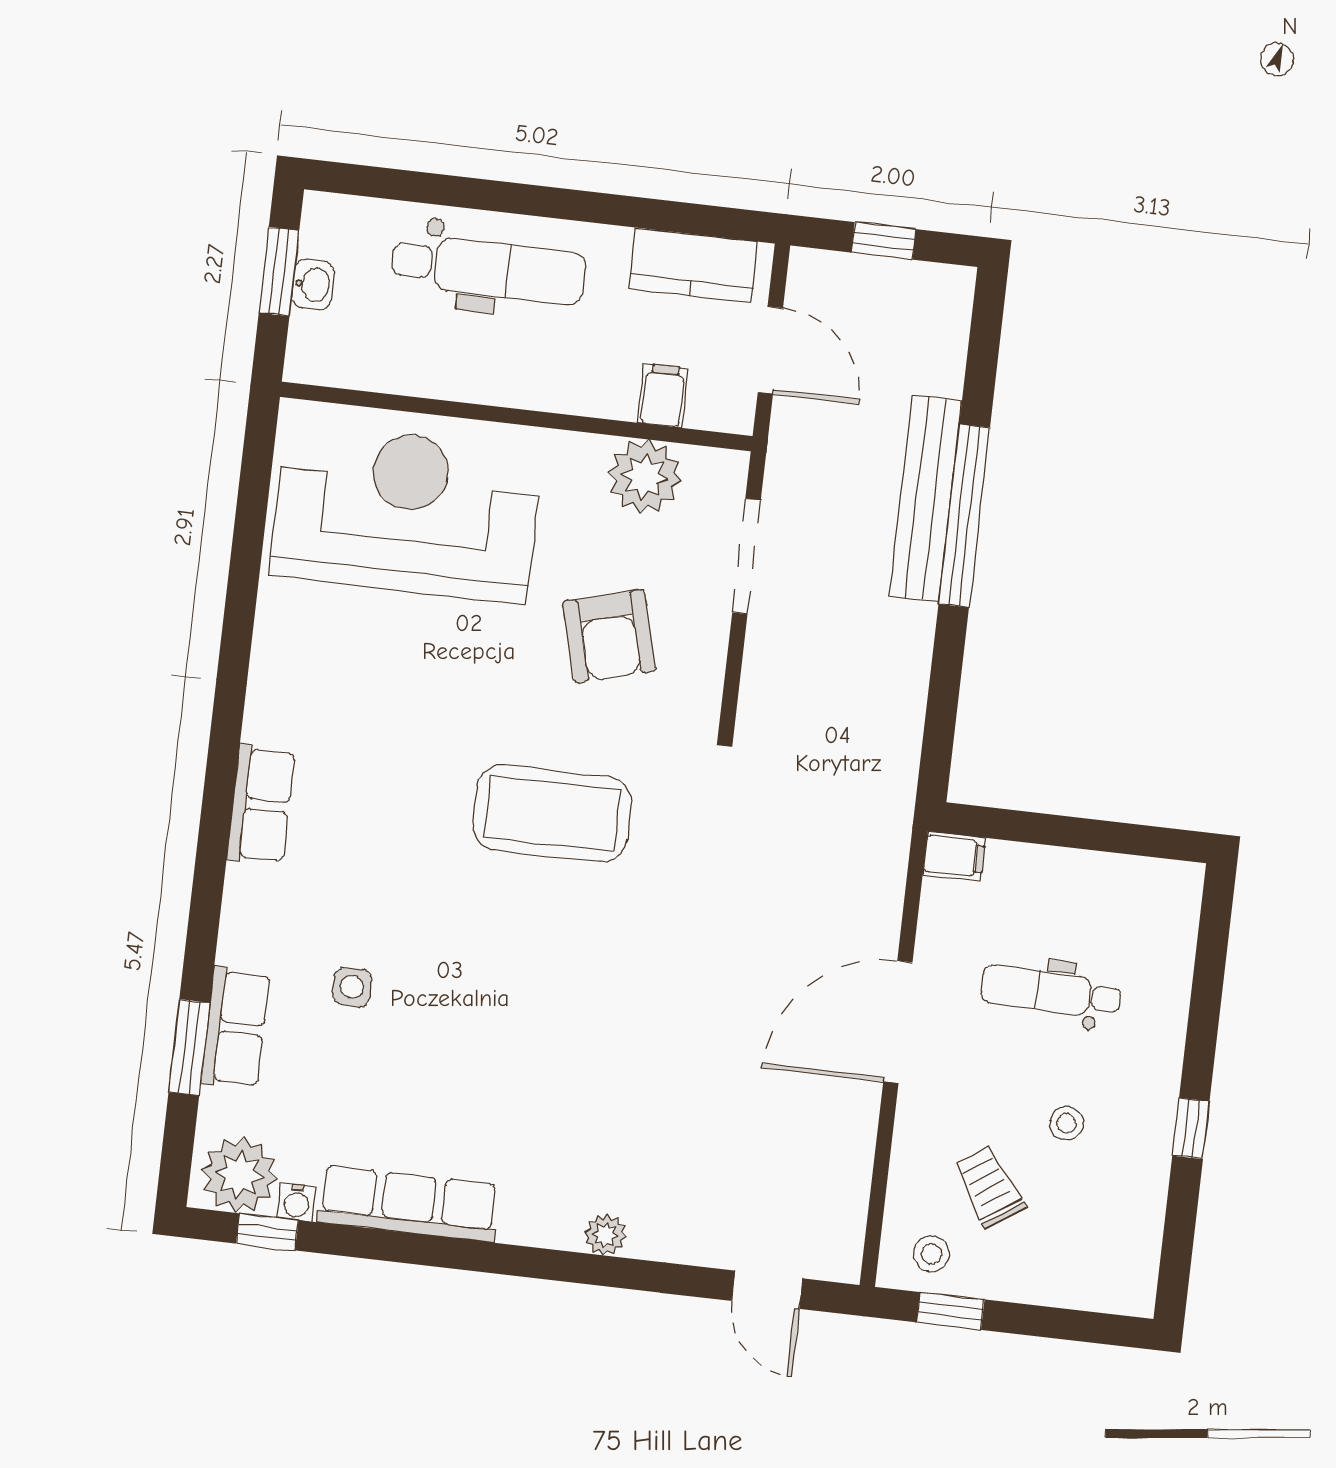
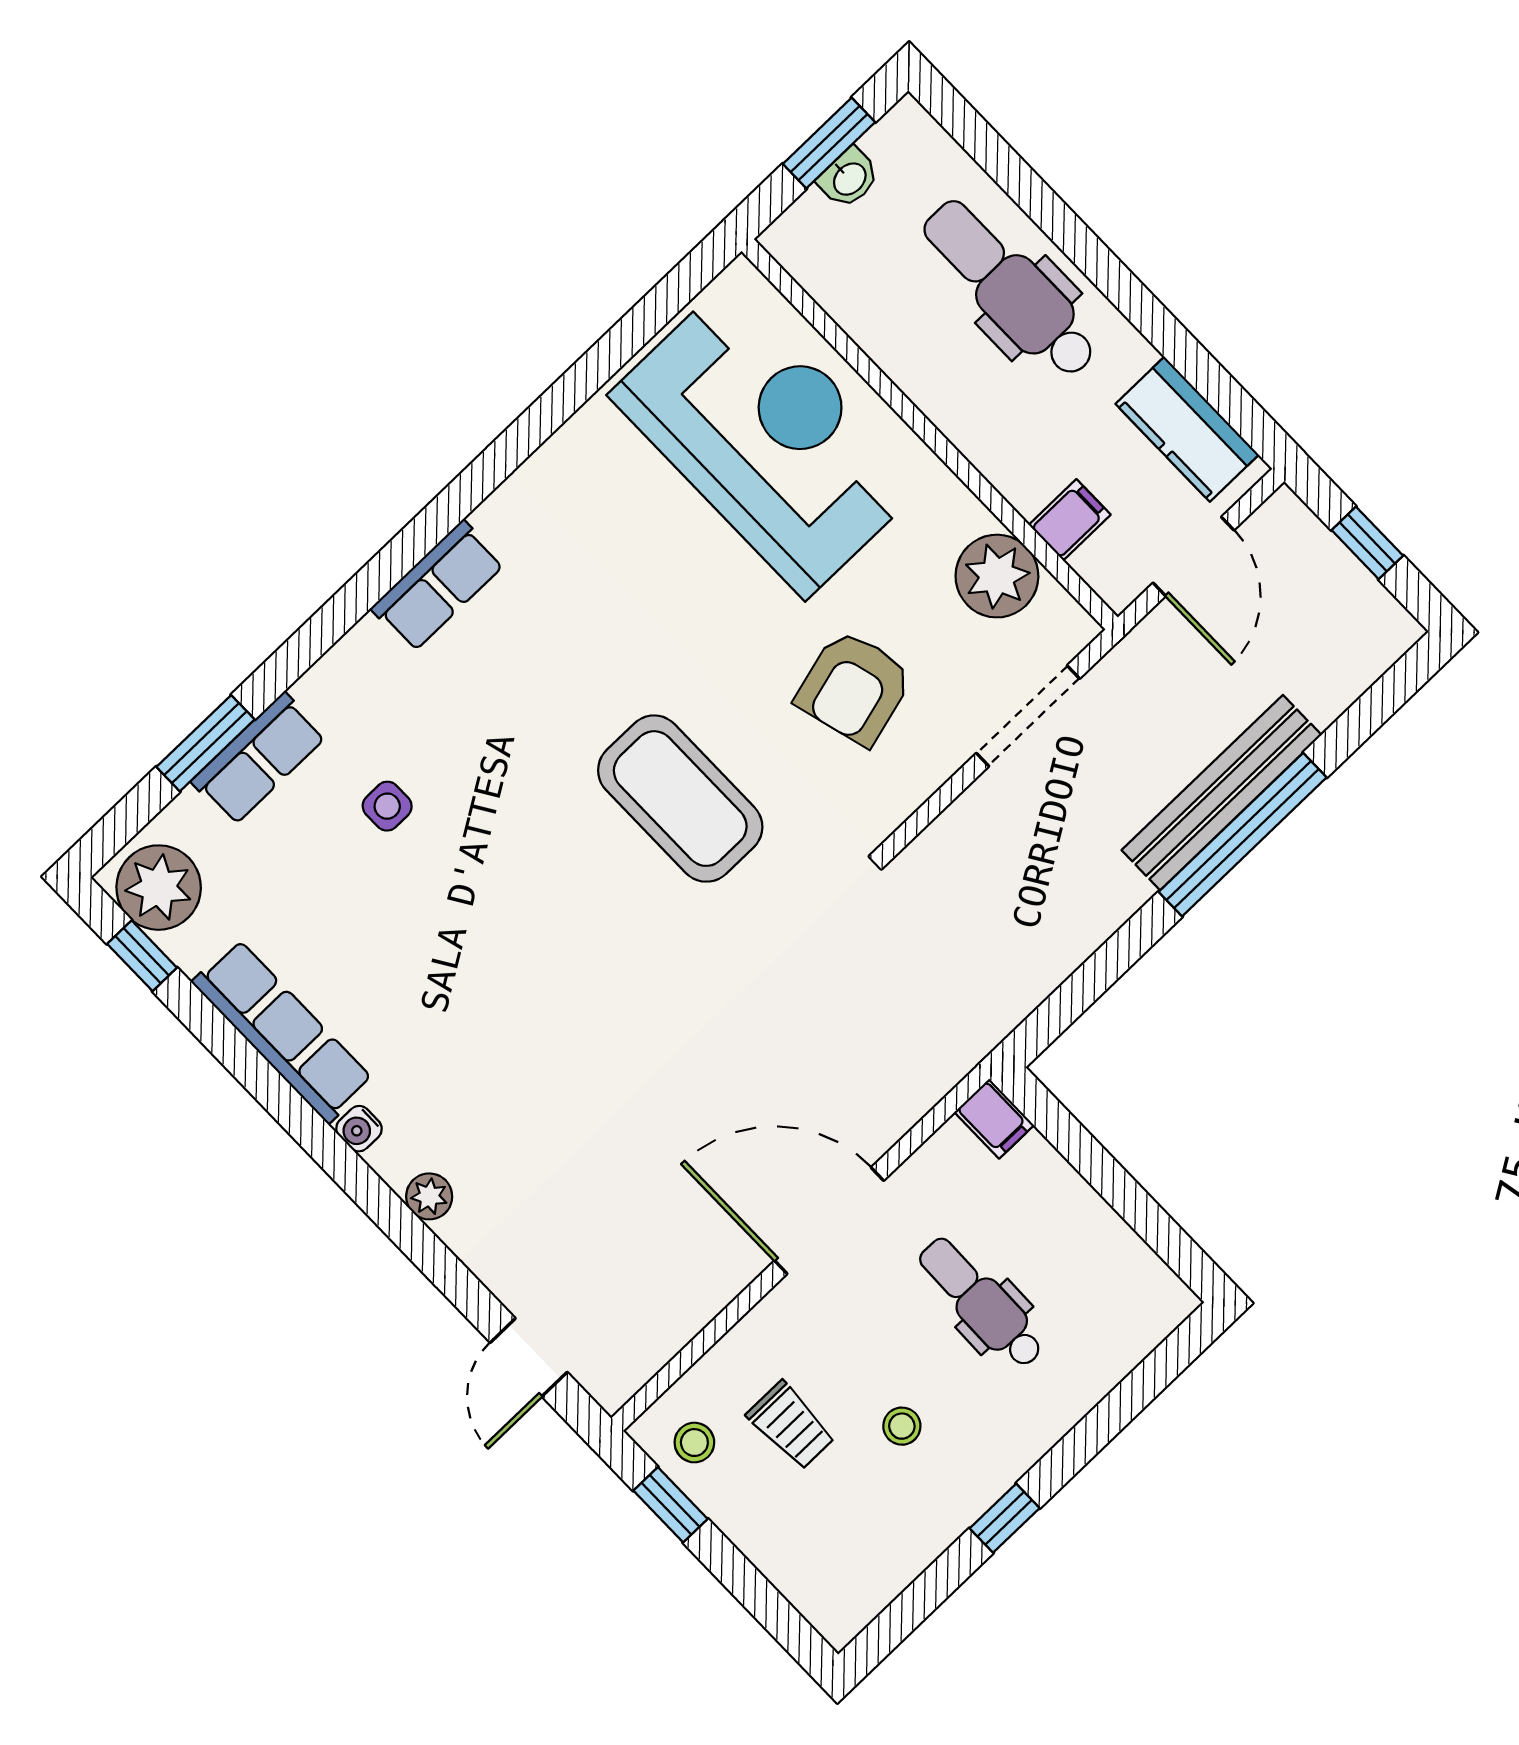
dental chair: (489, 269) -> (1010, 289), turned 180
trolley: (989, 1187) -> (791, 1425), turned 124
water cooler: (297, 1202) -> (359, 1129), moved

